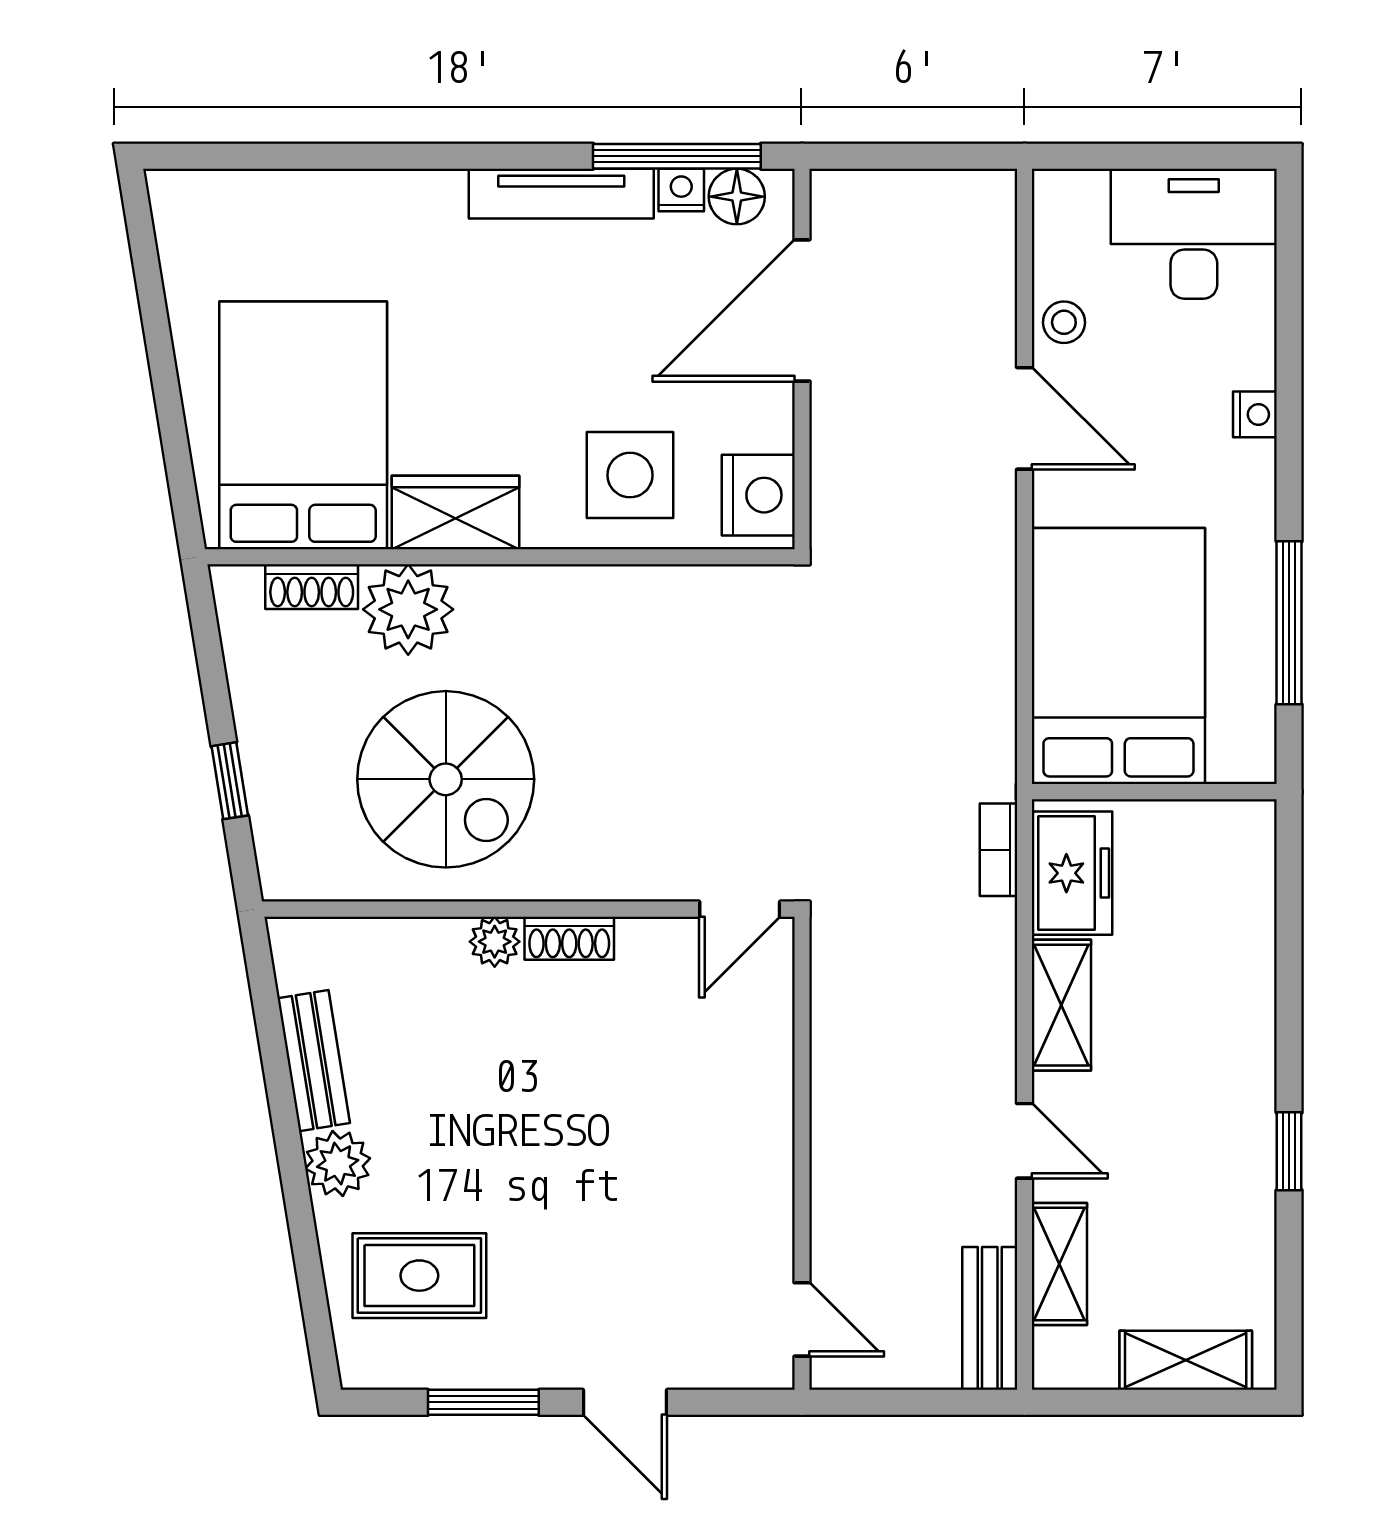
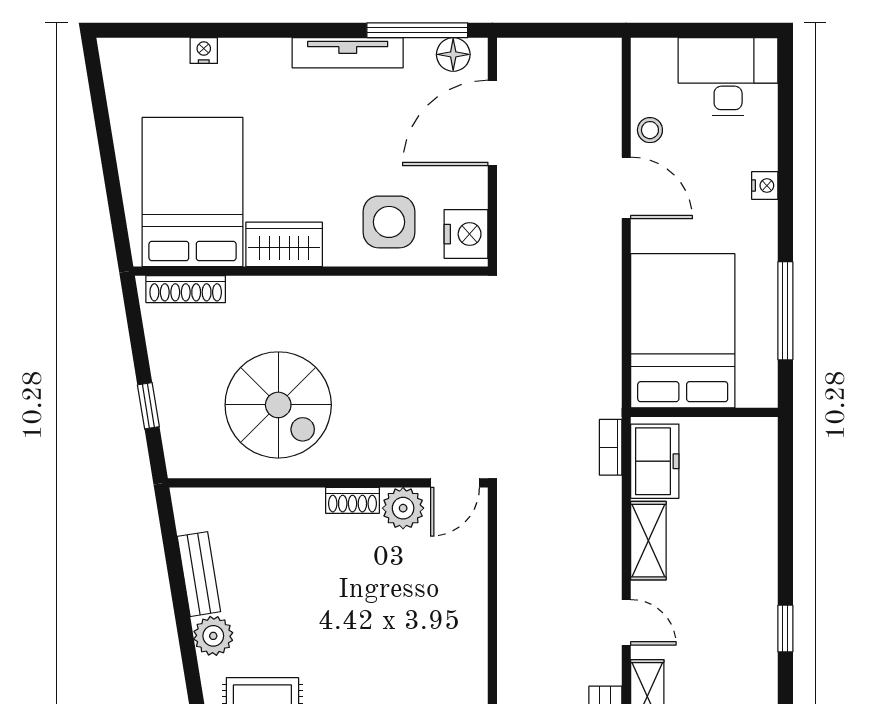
nightstand: (681, 190) -> (204, 51), moved
shoe rack: (312, 587) -> (186, 289), width x1.43
plant: (408, 609) -> (256, 303), removed
plant: (495, 942) -> (403, 508), moved, width x1.38, depth x1.38

